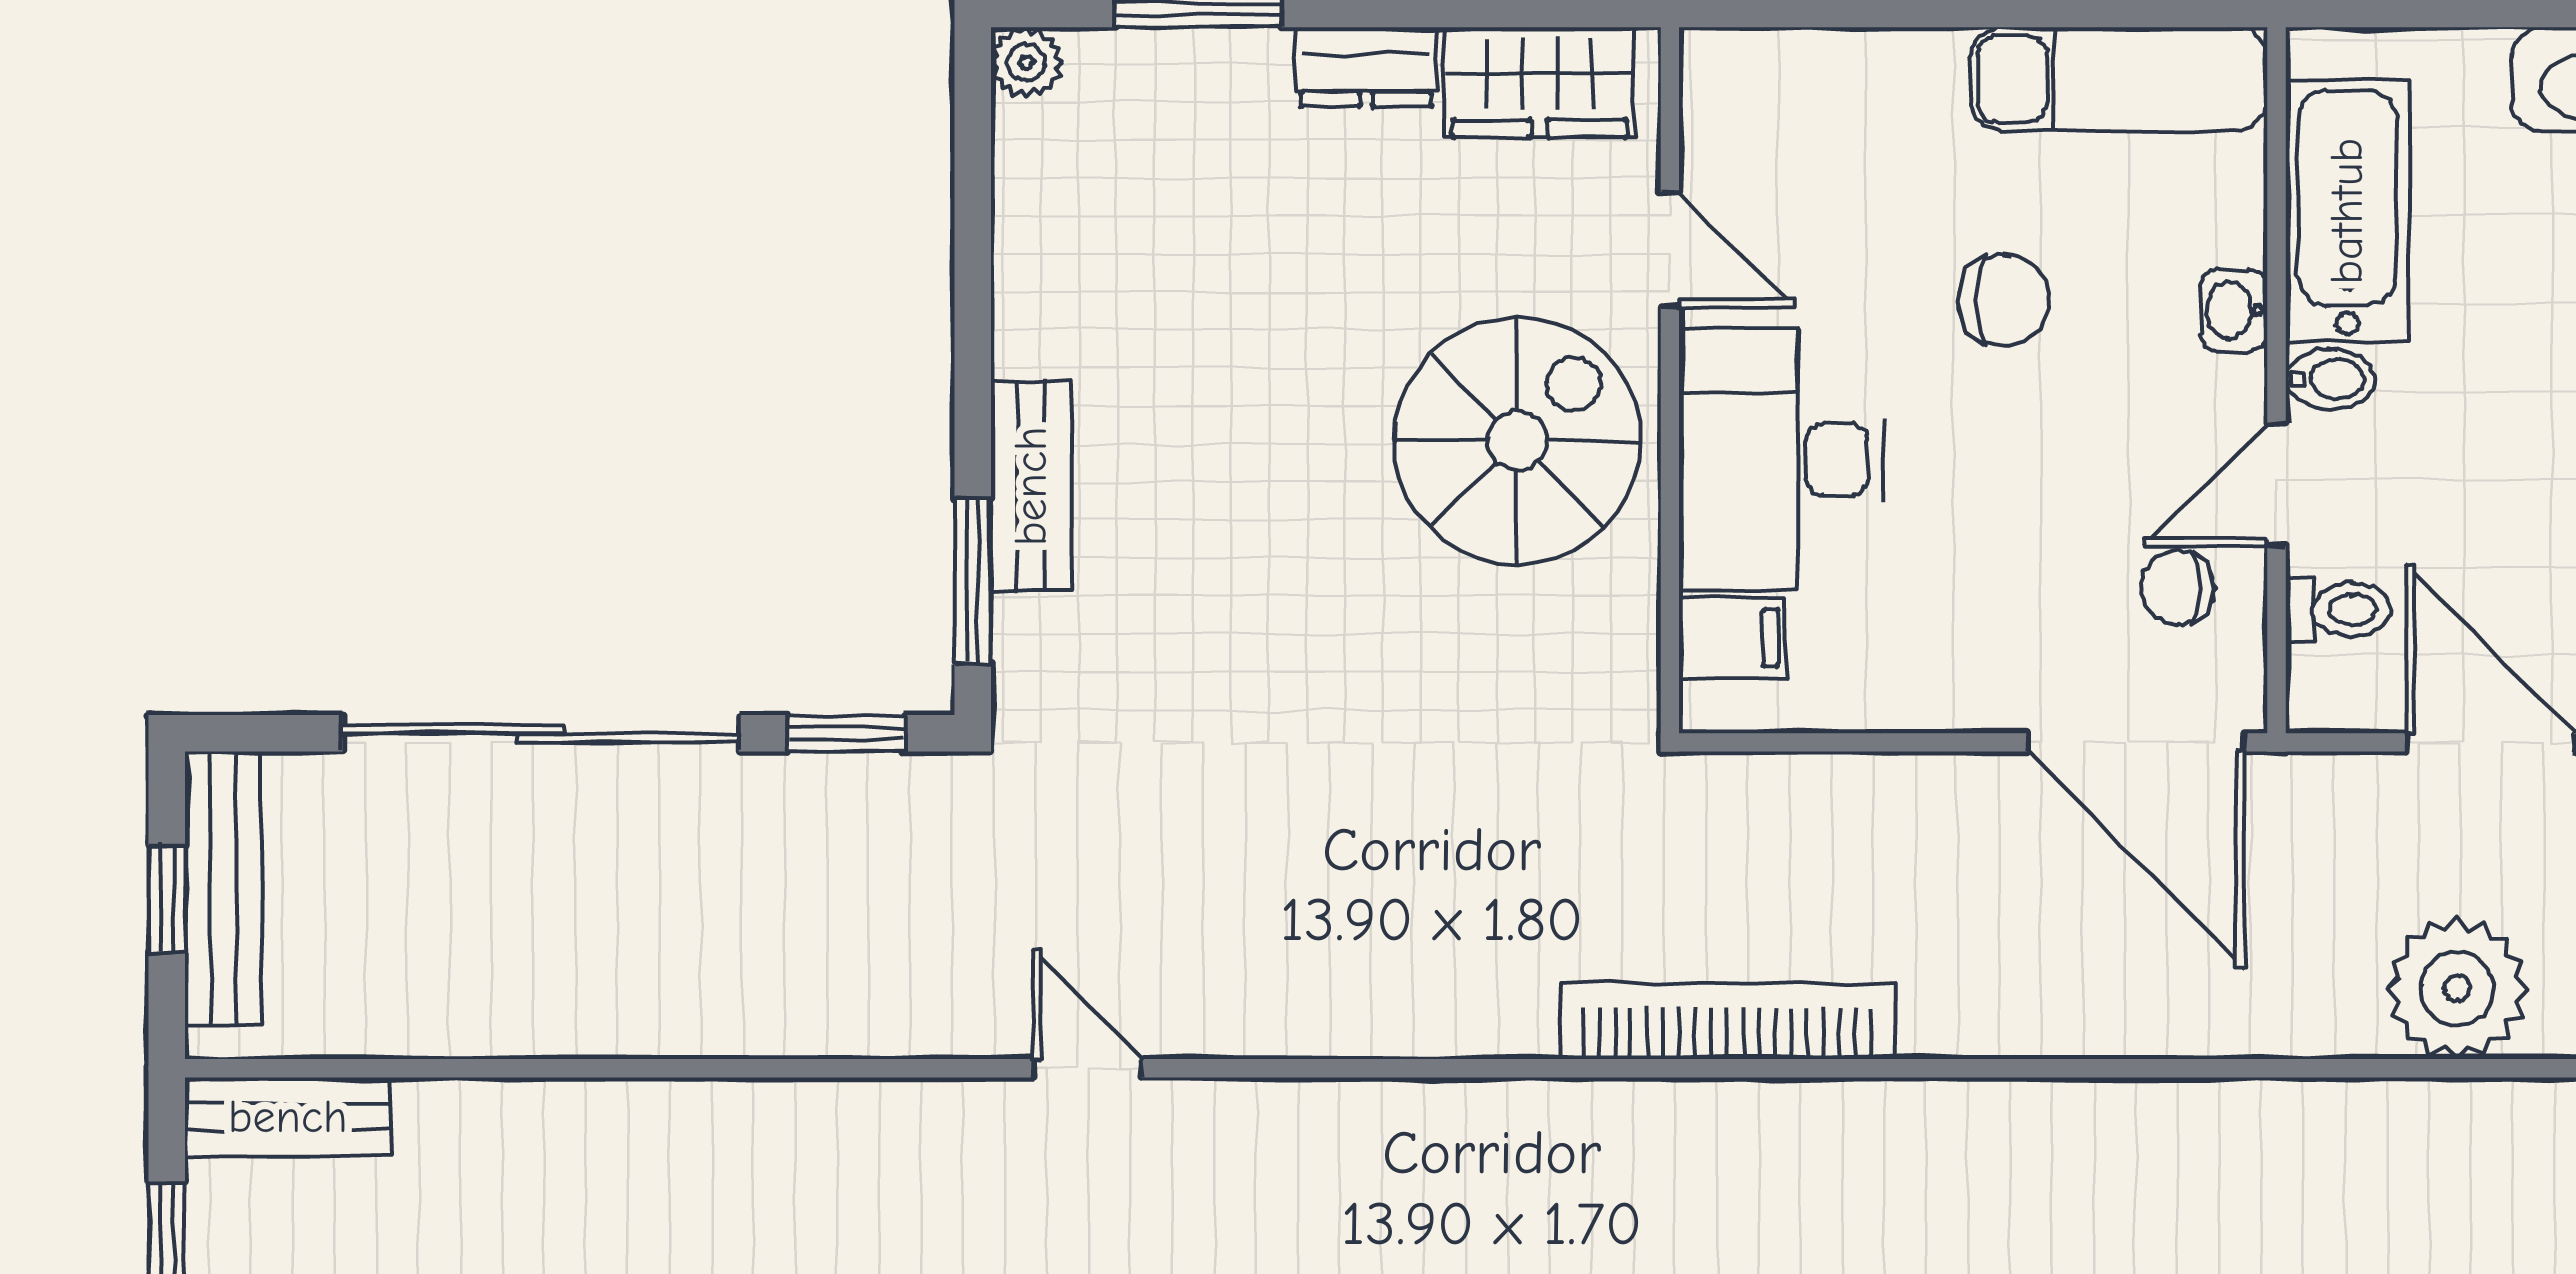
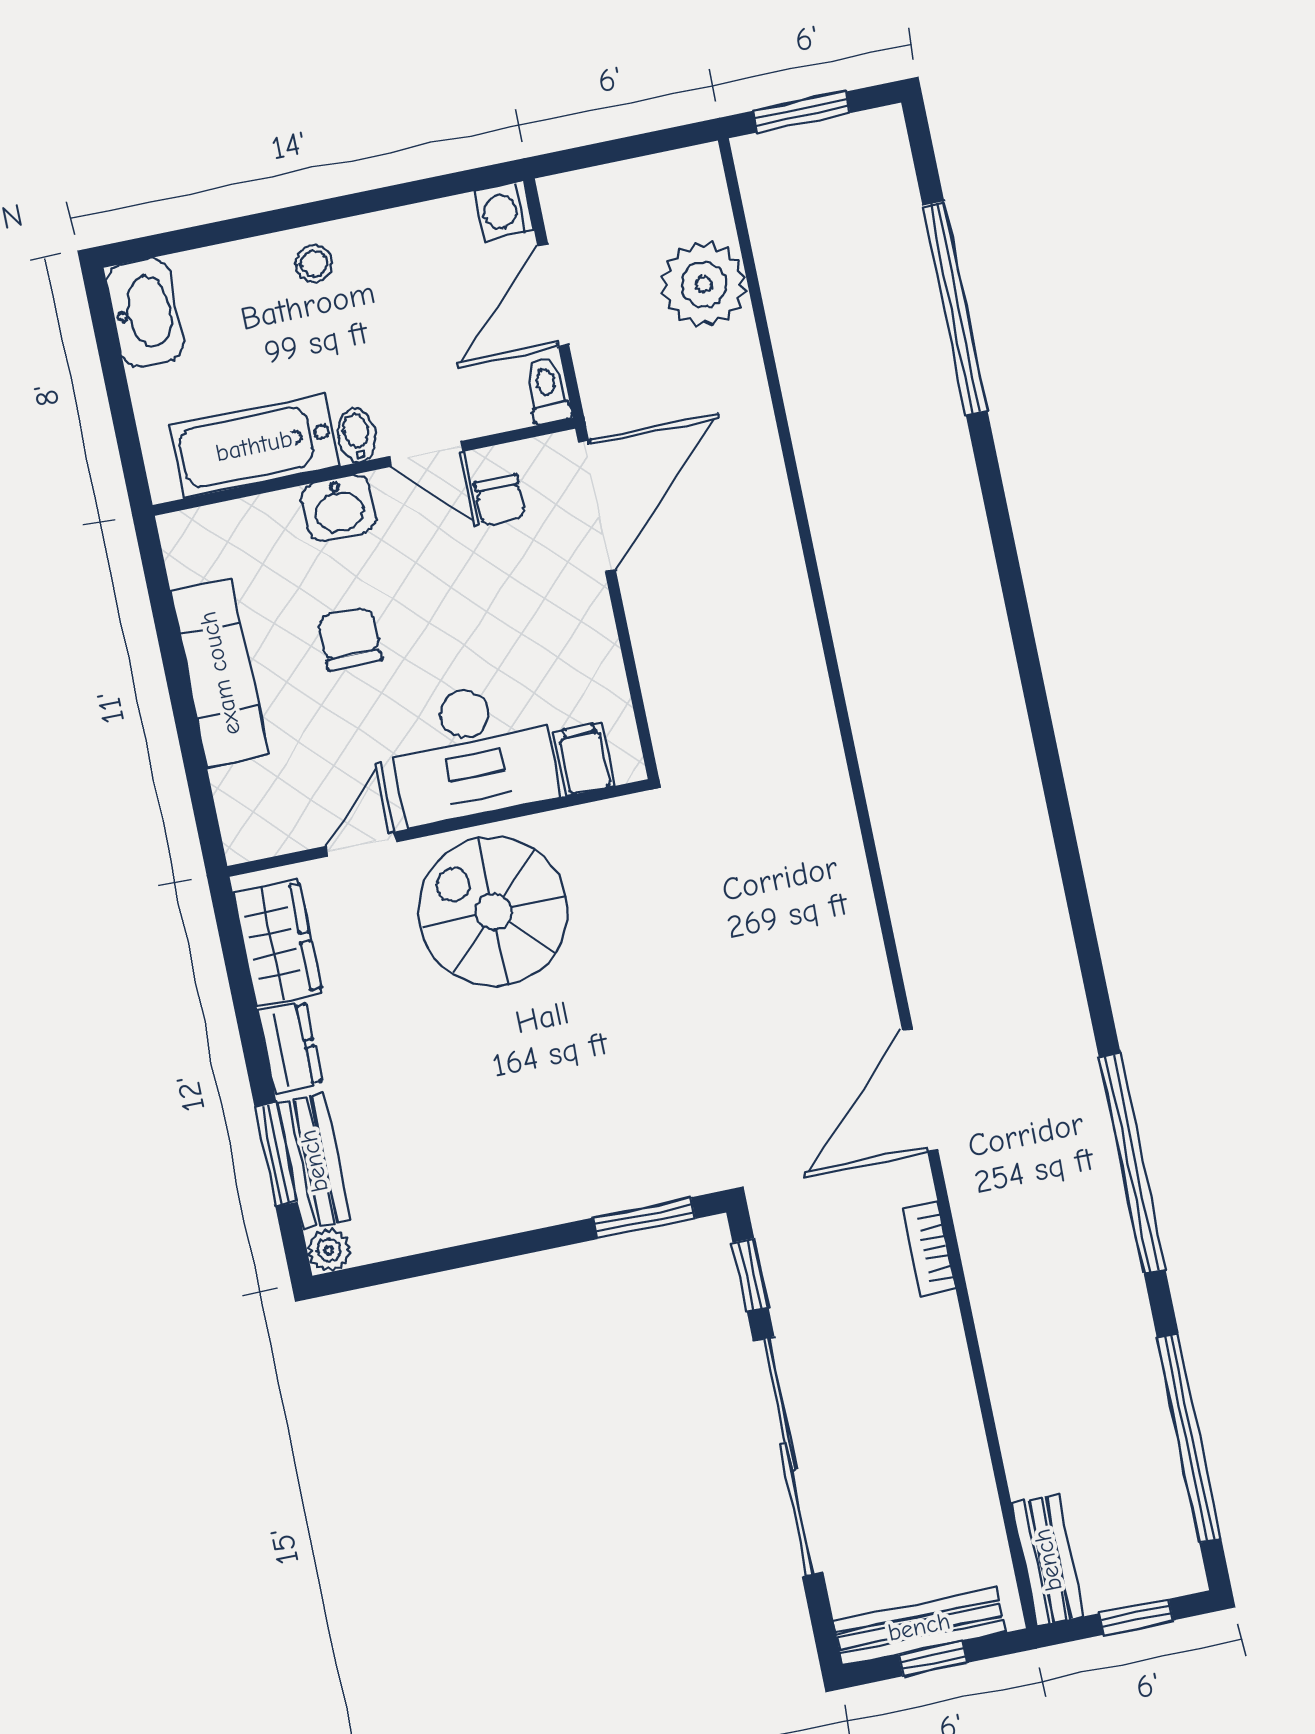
exam couch: (2119, 79) -> (220, 673), moved
washbasin: (2234, 310) -> (339, 508), width x1.38, depth x1.45
bench: (1031, 486) -> (314, 1161), moved, turned 90
toilet: (2338, 610) -> (547, 391), moved
bookcase: (1728, 1021) -> (930, 1249), moved, width x0.43, depth x0.76
door: (1088, 1068) -> (920, 1090), width x1.87

